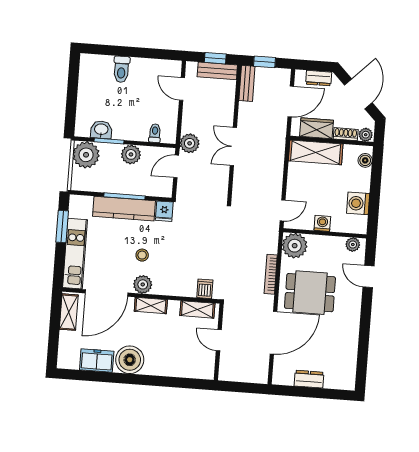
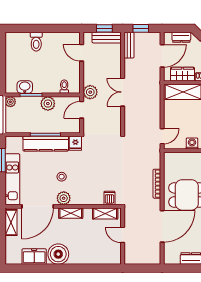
plant: (86, 155) -> (10, 102), width x0.53, depth x0.53
plant: (295, 246) -> (173, 161), removed

